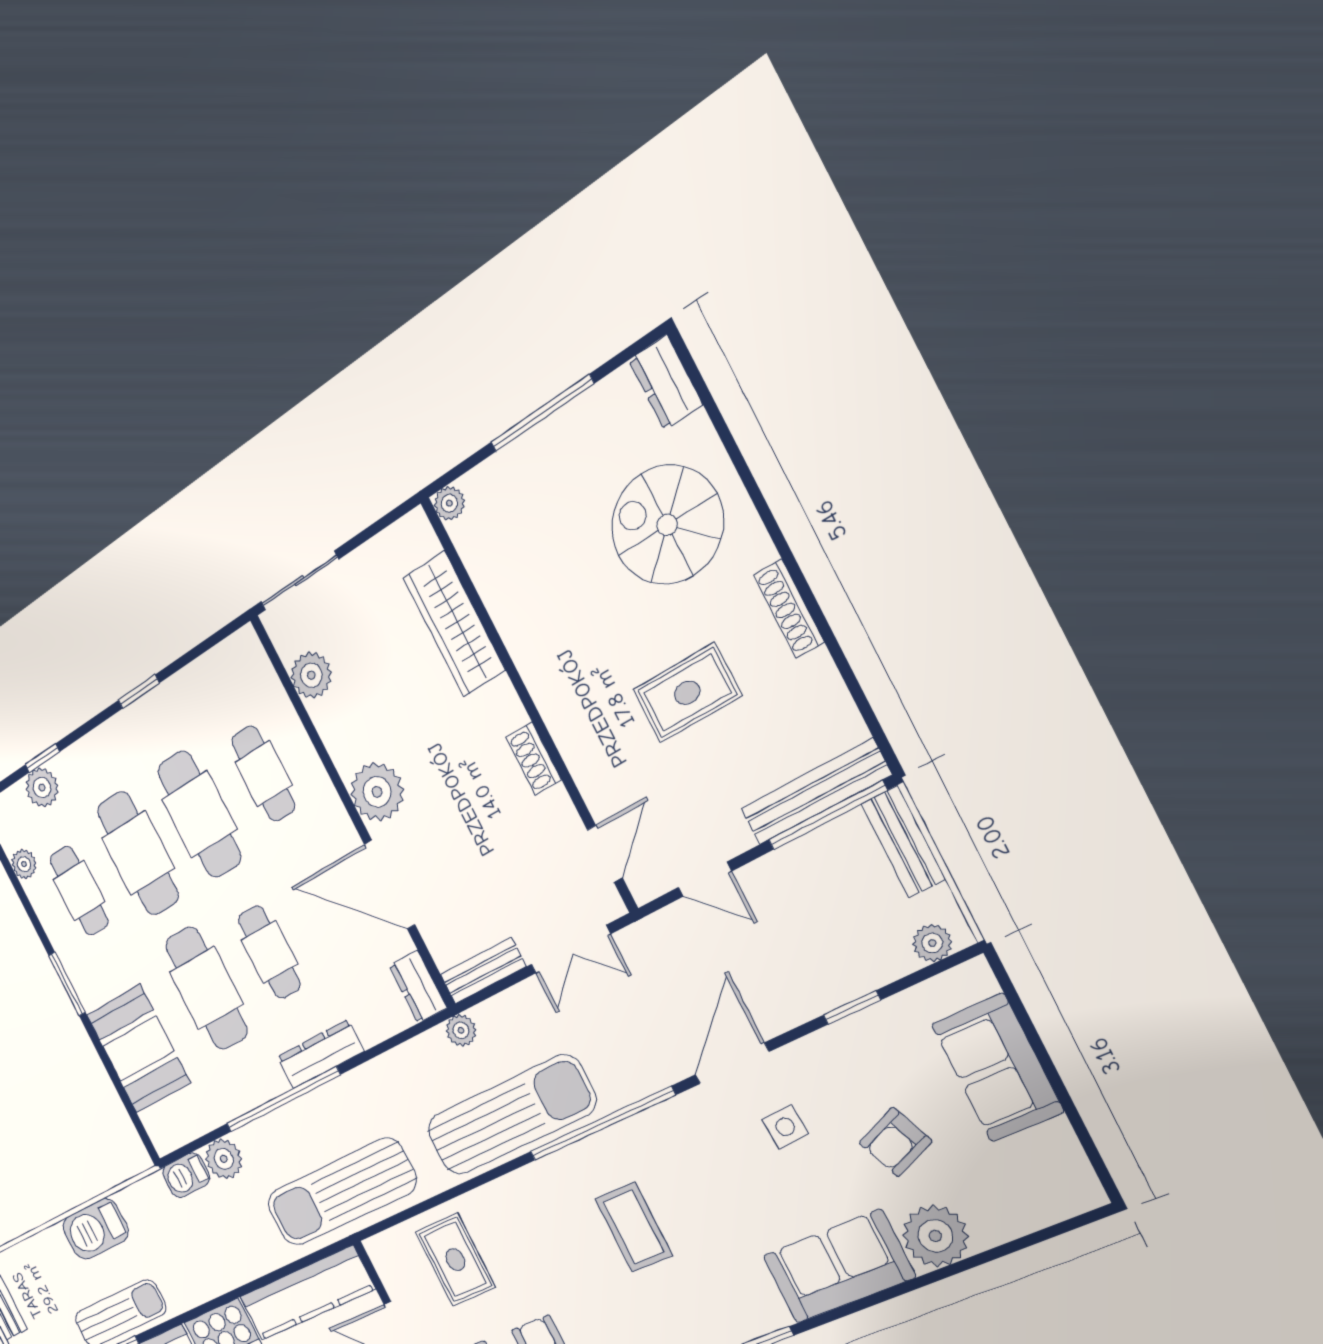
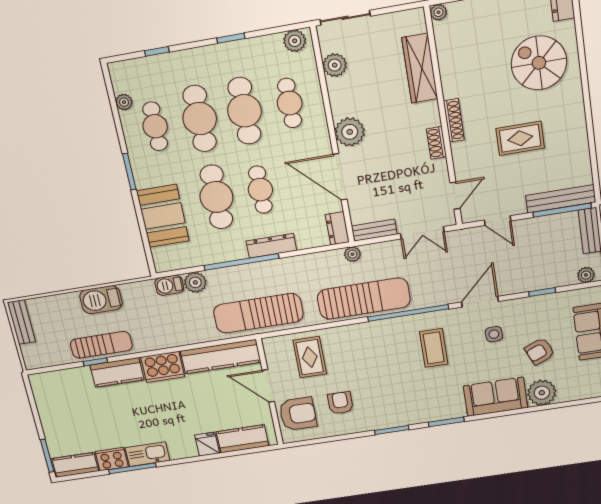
shoe rack: (789, 608) -> (454, 120), moved, turned 180
plant: (42, 787) -> (295, 41), moved
coffee table: (633, 1227) -> (434, 348), moved

